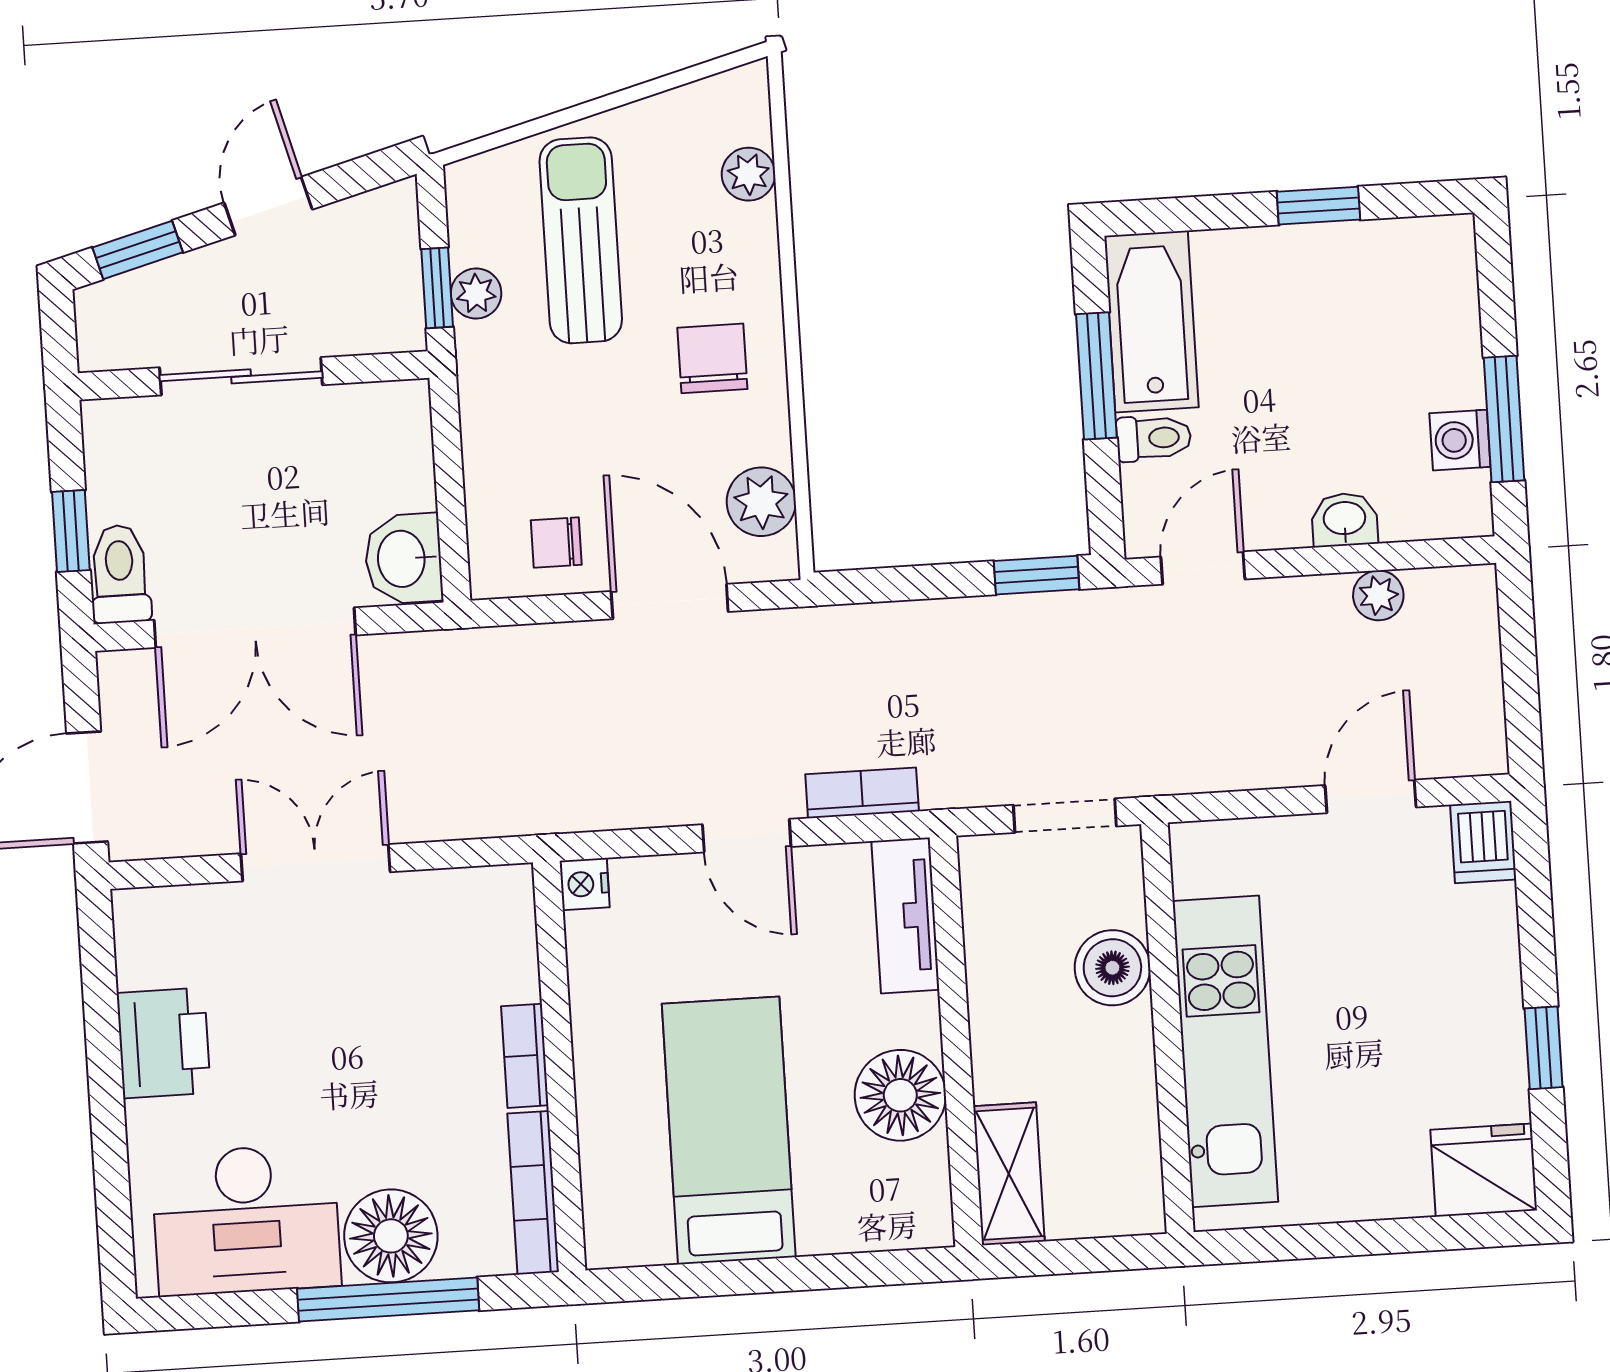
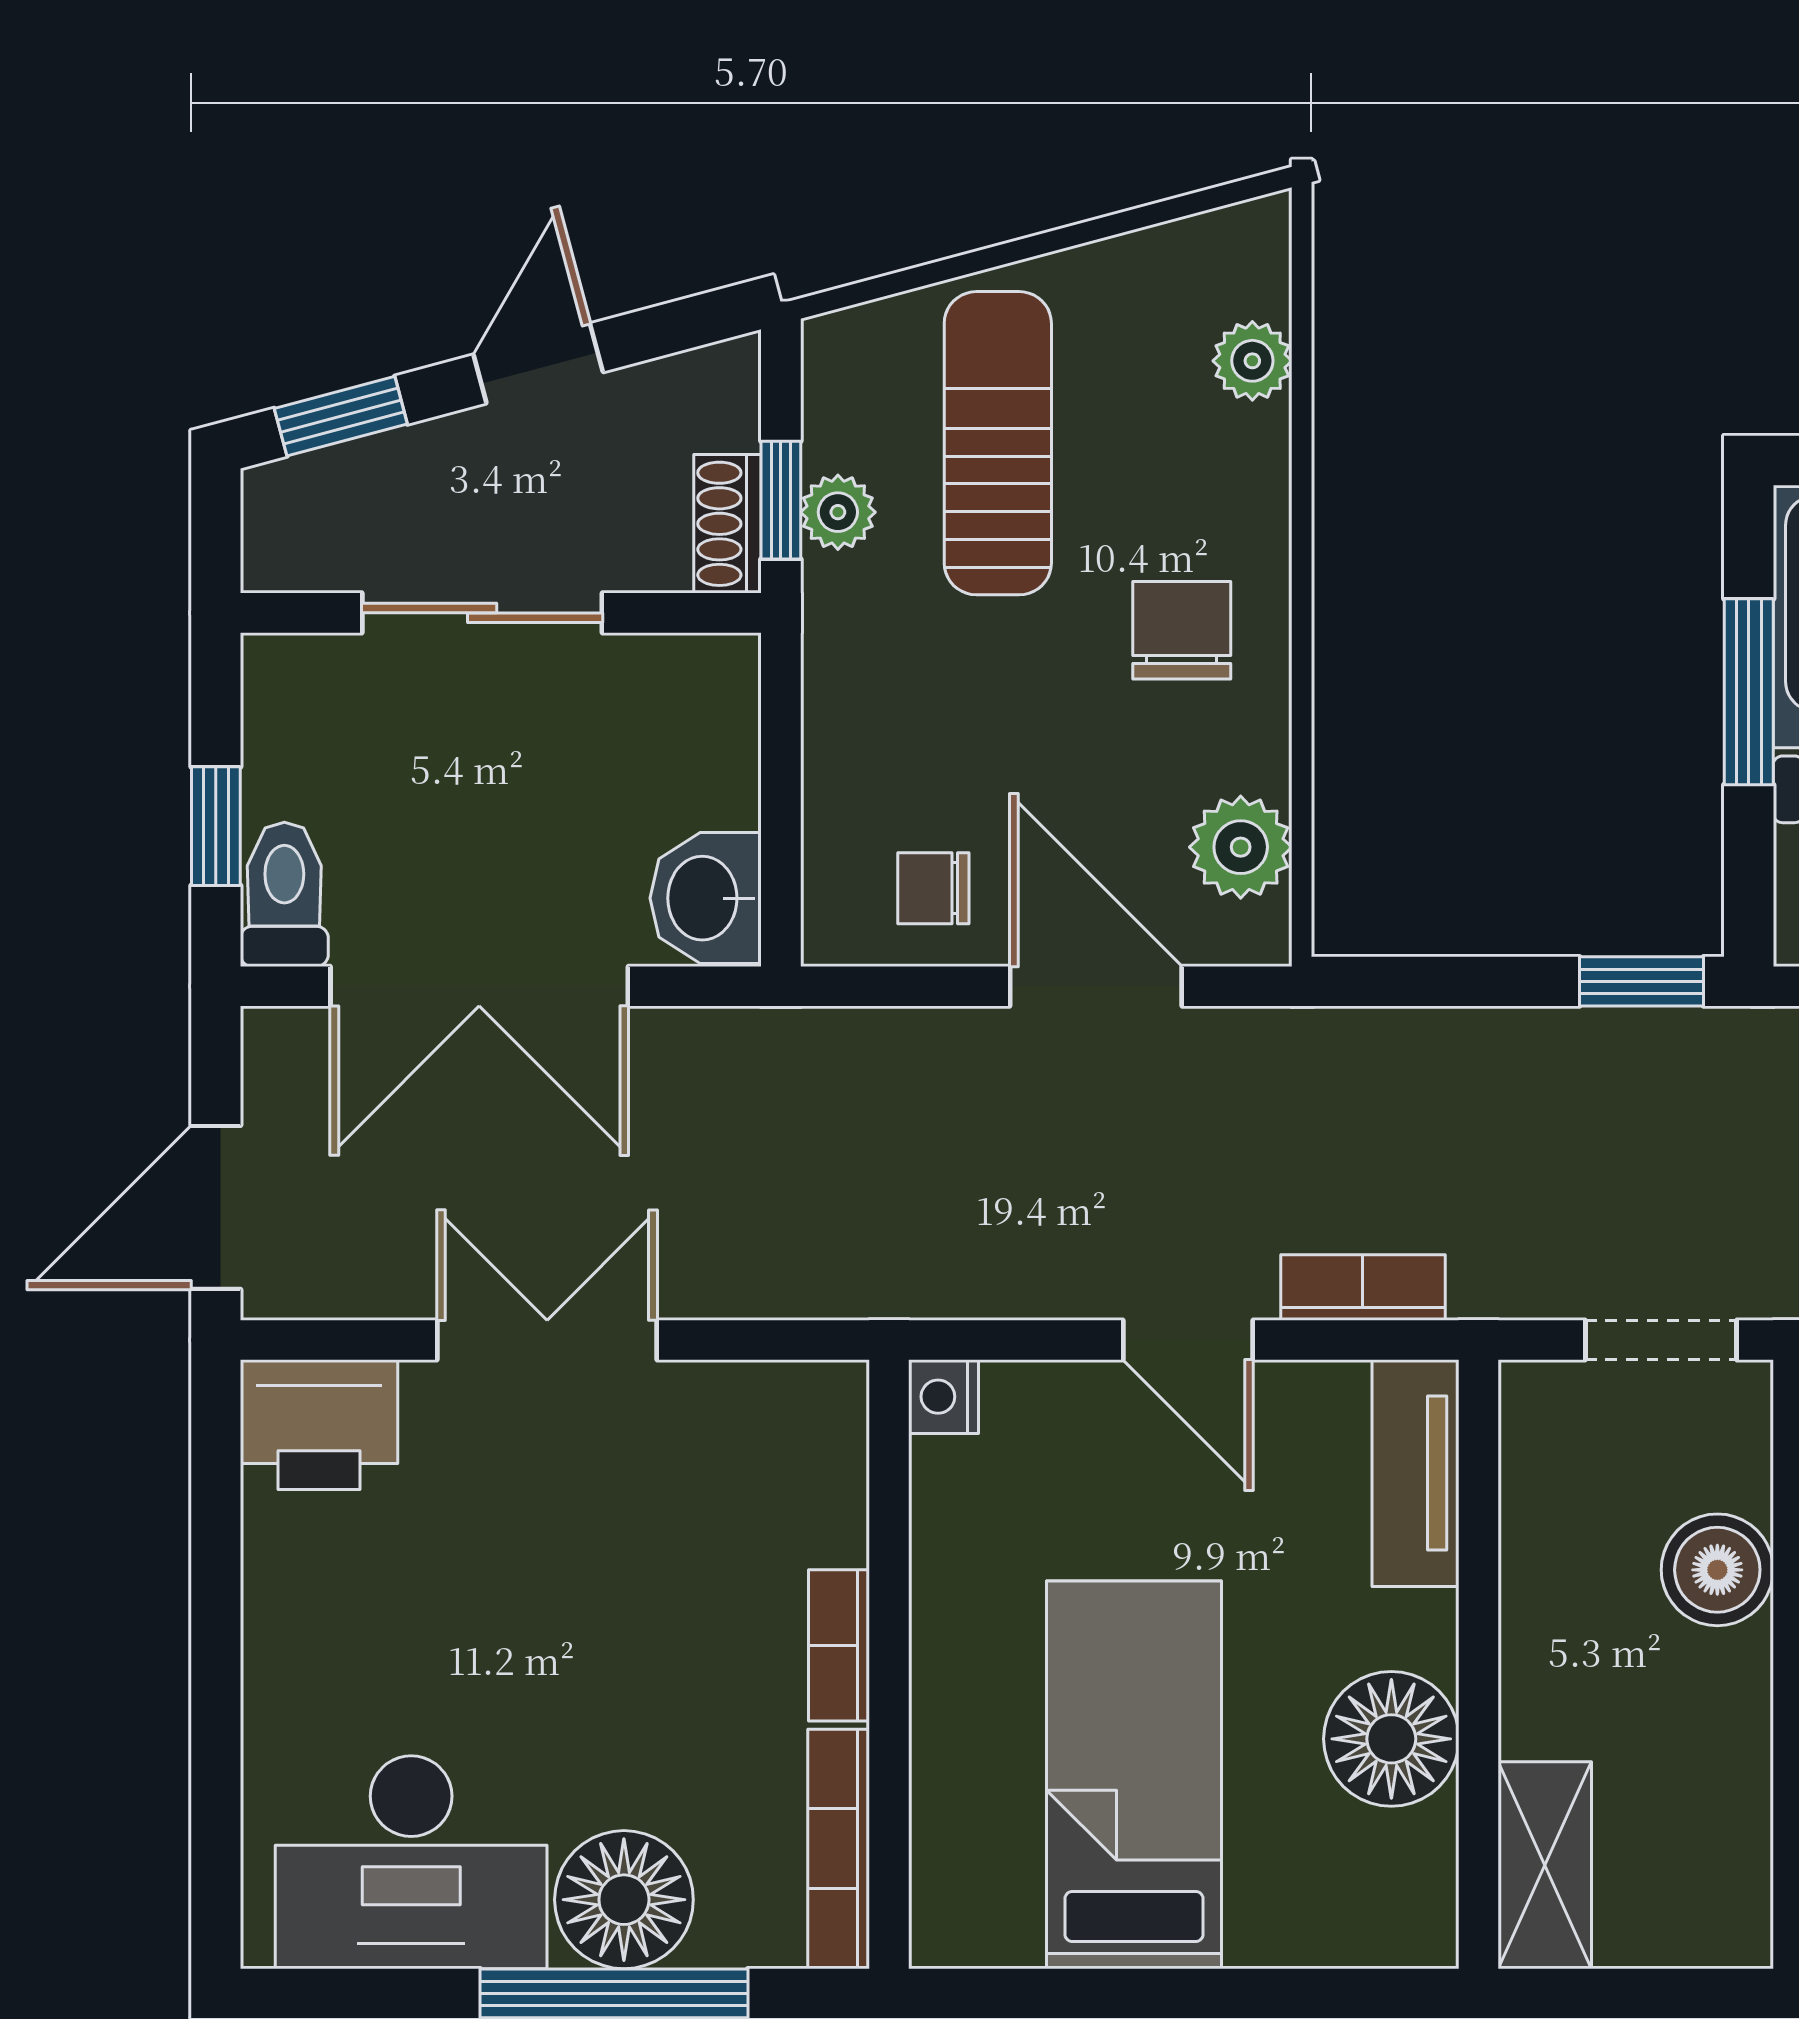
shoe rack: (402, 306) -> (728, 524), added
printer: (164, 1043) -> (319, 1425), moved, turned 90

